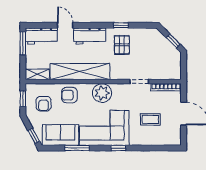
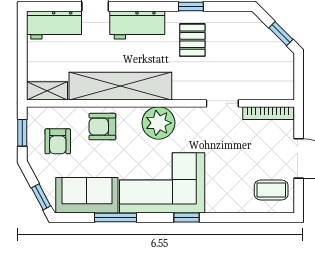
window: (23, 43) -> (22, 37), removed
coffee table: (150, 119) -> (271, 190), moved

